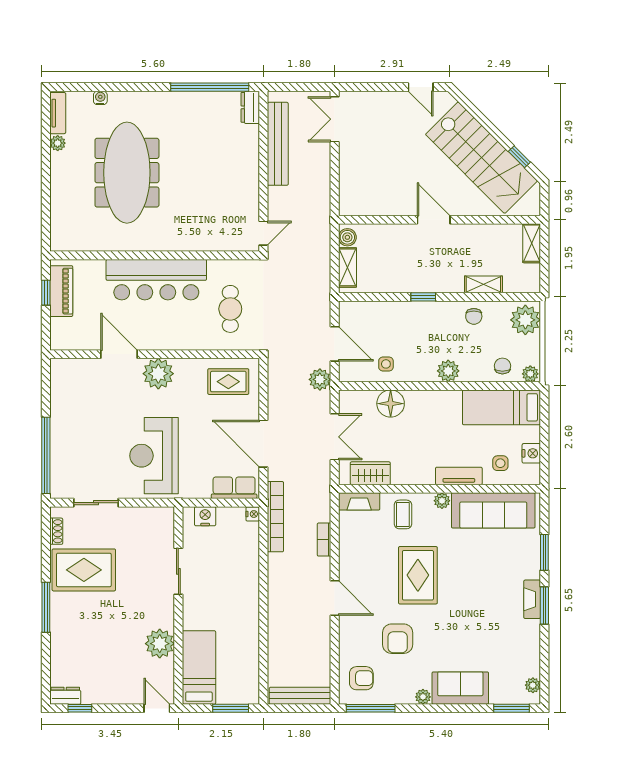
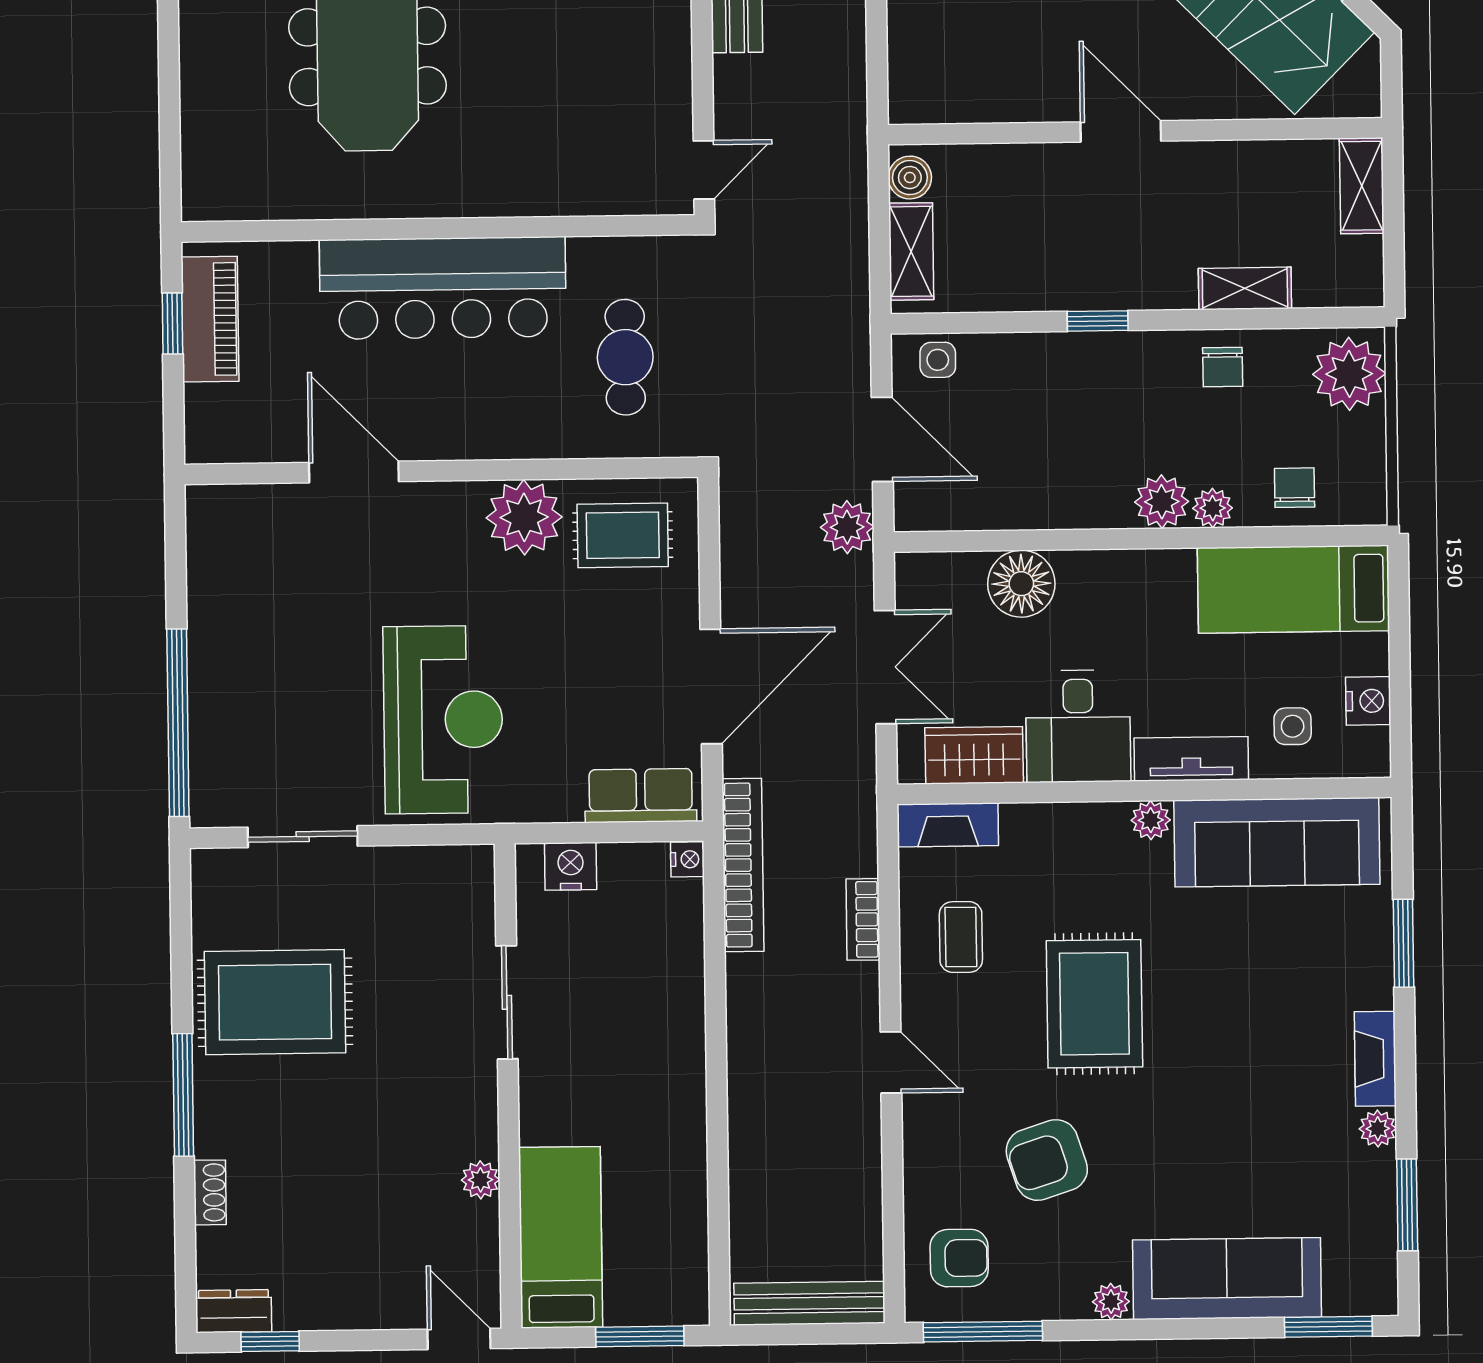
side table: (386, 364) -> (938, 360), moved
plant: (158, 374) -> (524, 517), moved
plant: (530, 374) -> (1213, 508), moved
door: (263, 444) -> (711, 686), swing flipped
reception desk: (154, 456) -> (443, 720), turned 180
desk: (413, 462) -> (1078, 726), added
coffee table: (403, 514) -> (961, 937), moved
shoe rack: (56, 531) -> (210, 1192), moved
door: (335, 598) -> (891, 1062), width x0.73
window: (544, 606) -> (1407, 1205), moved
armchair: (398, 639) -> (1047, 1160), turned 72
plant: (160, 644) -> (480, 1180), width x0.53, depth x0.53
plant: (533, 685) -> (1378, 1129), moved
sofa: (460, 688) -> (1227, 1279), width x1.36

